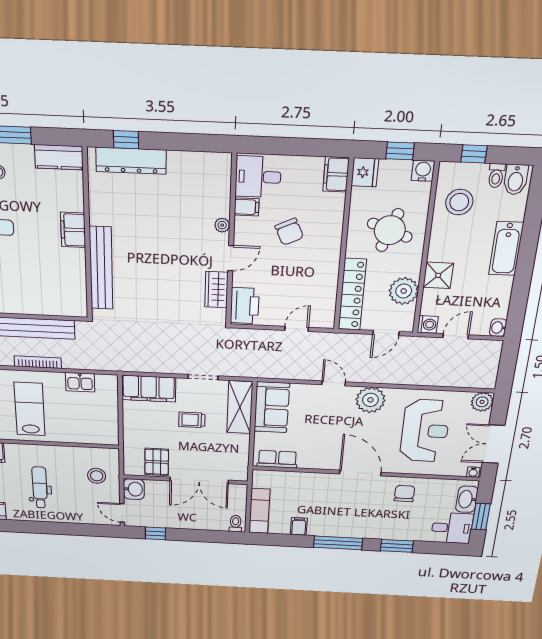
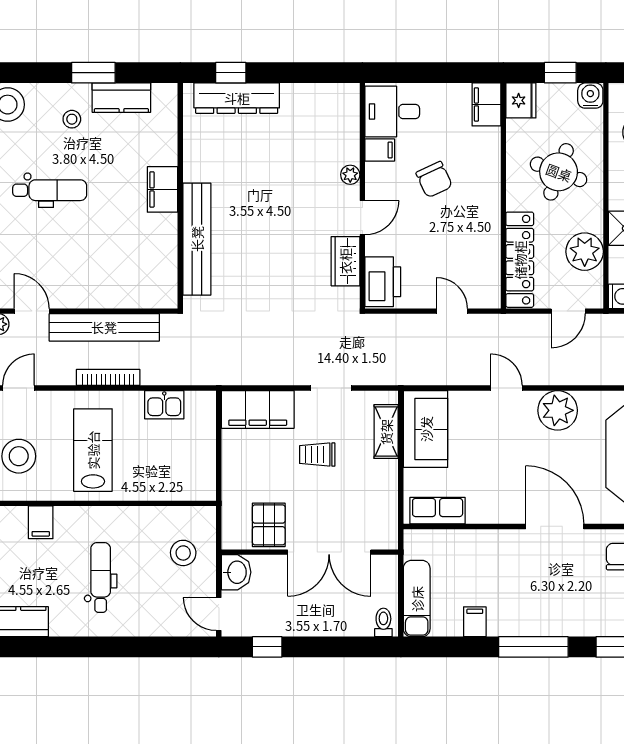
kitchen counter: (59, 157) -> (121, 98), moved
door: (297, 329) -> (452, 311), hinge flipped
shelving: (240, 407) -> (386, 432), width x0.67, depth x0.75

